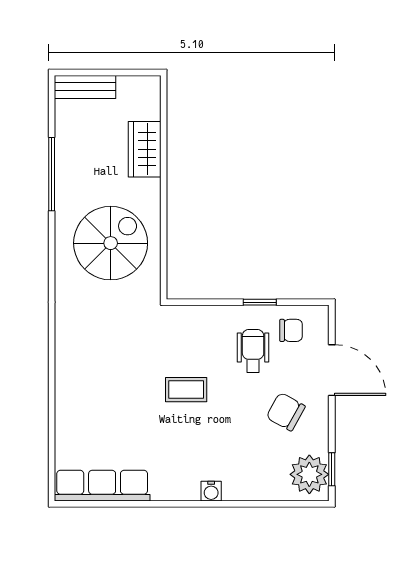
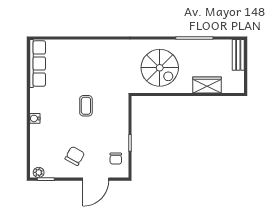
wheelchair: (253, 351) -> (105, 139), removed
plant: (309, 474) -> (39, 172), width x0.53, depth x0.53

